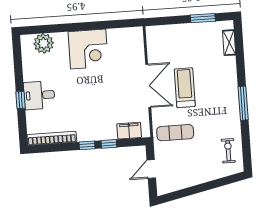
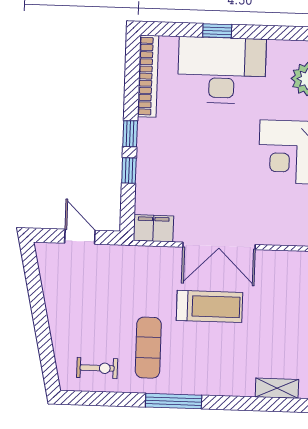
desk: (39, 95) -> (222, 70), width x1.87, depth x1.30
filing cabinet: (129, 131) -> (153, 228), moved, turned -90
exercise mat: (175, 133) -> (148, 348), moved

